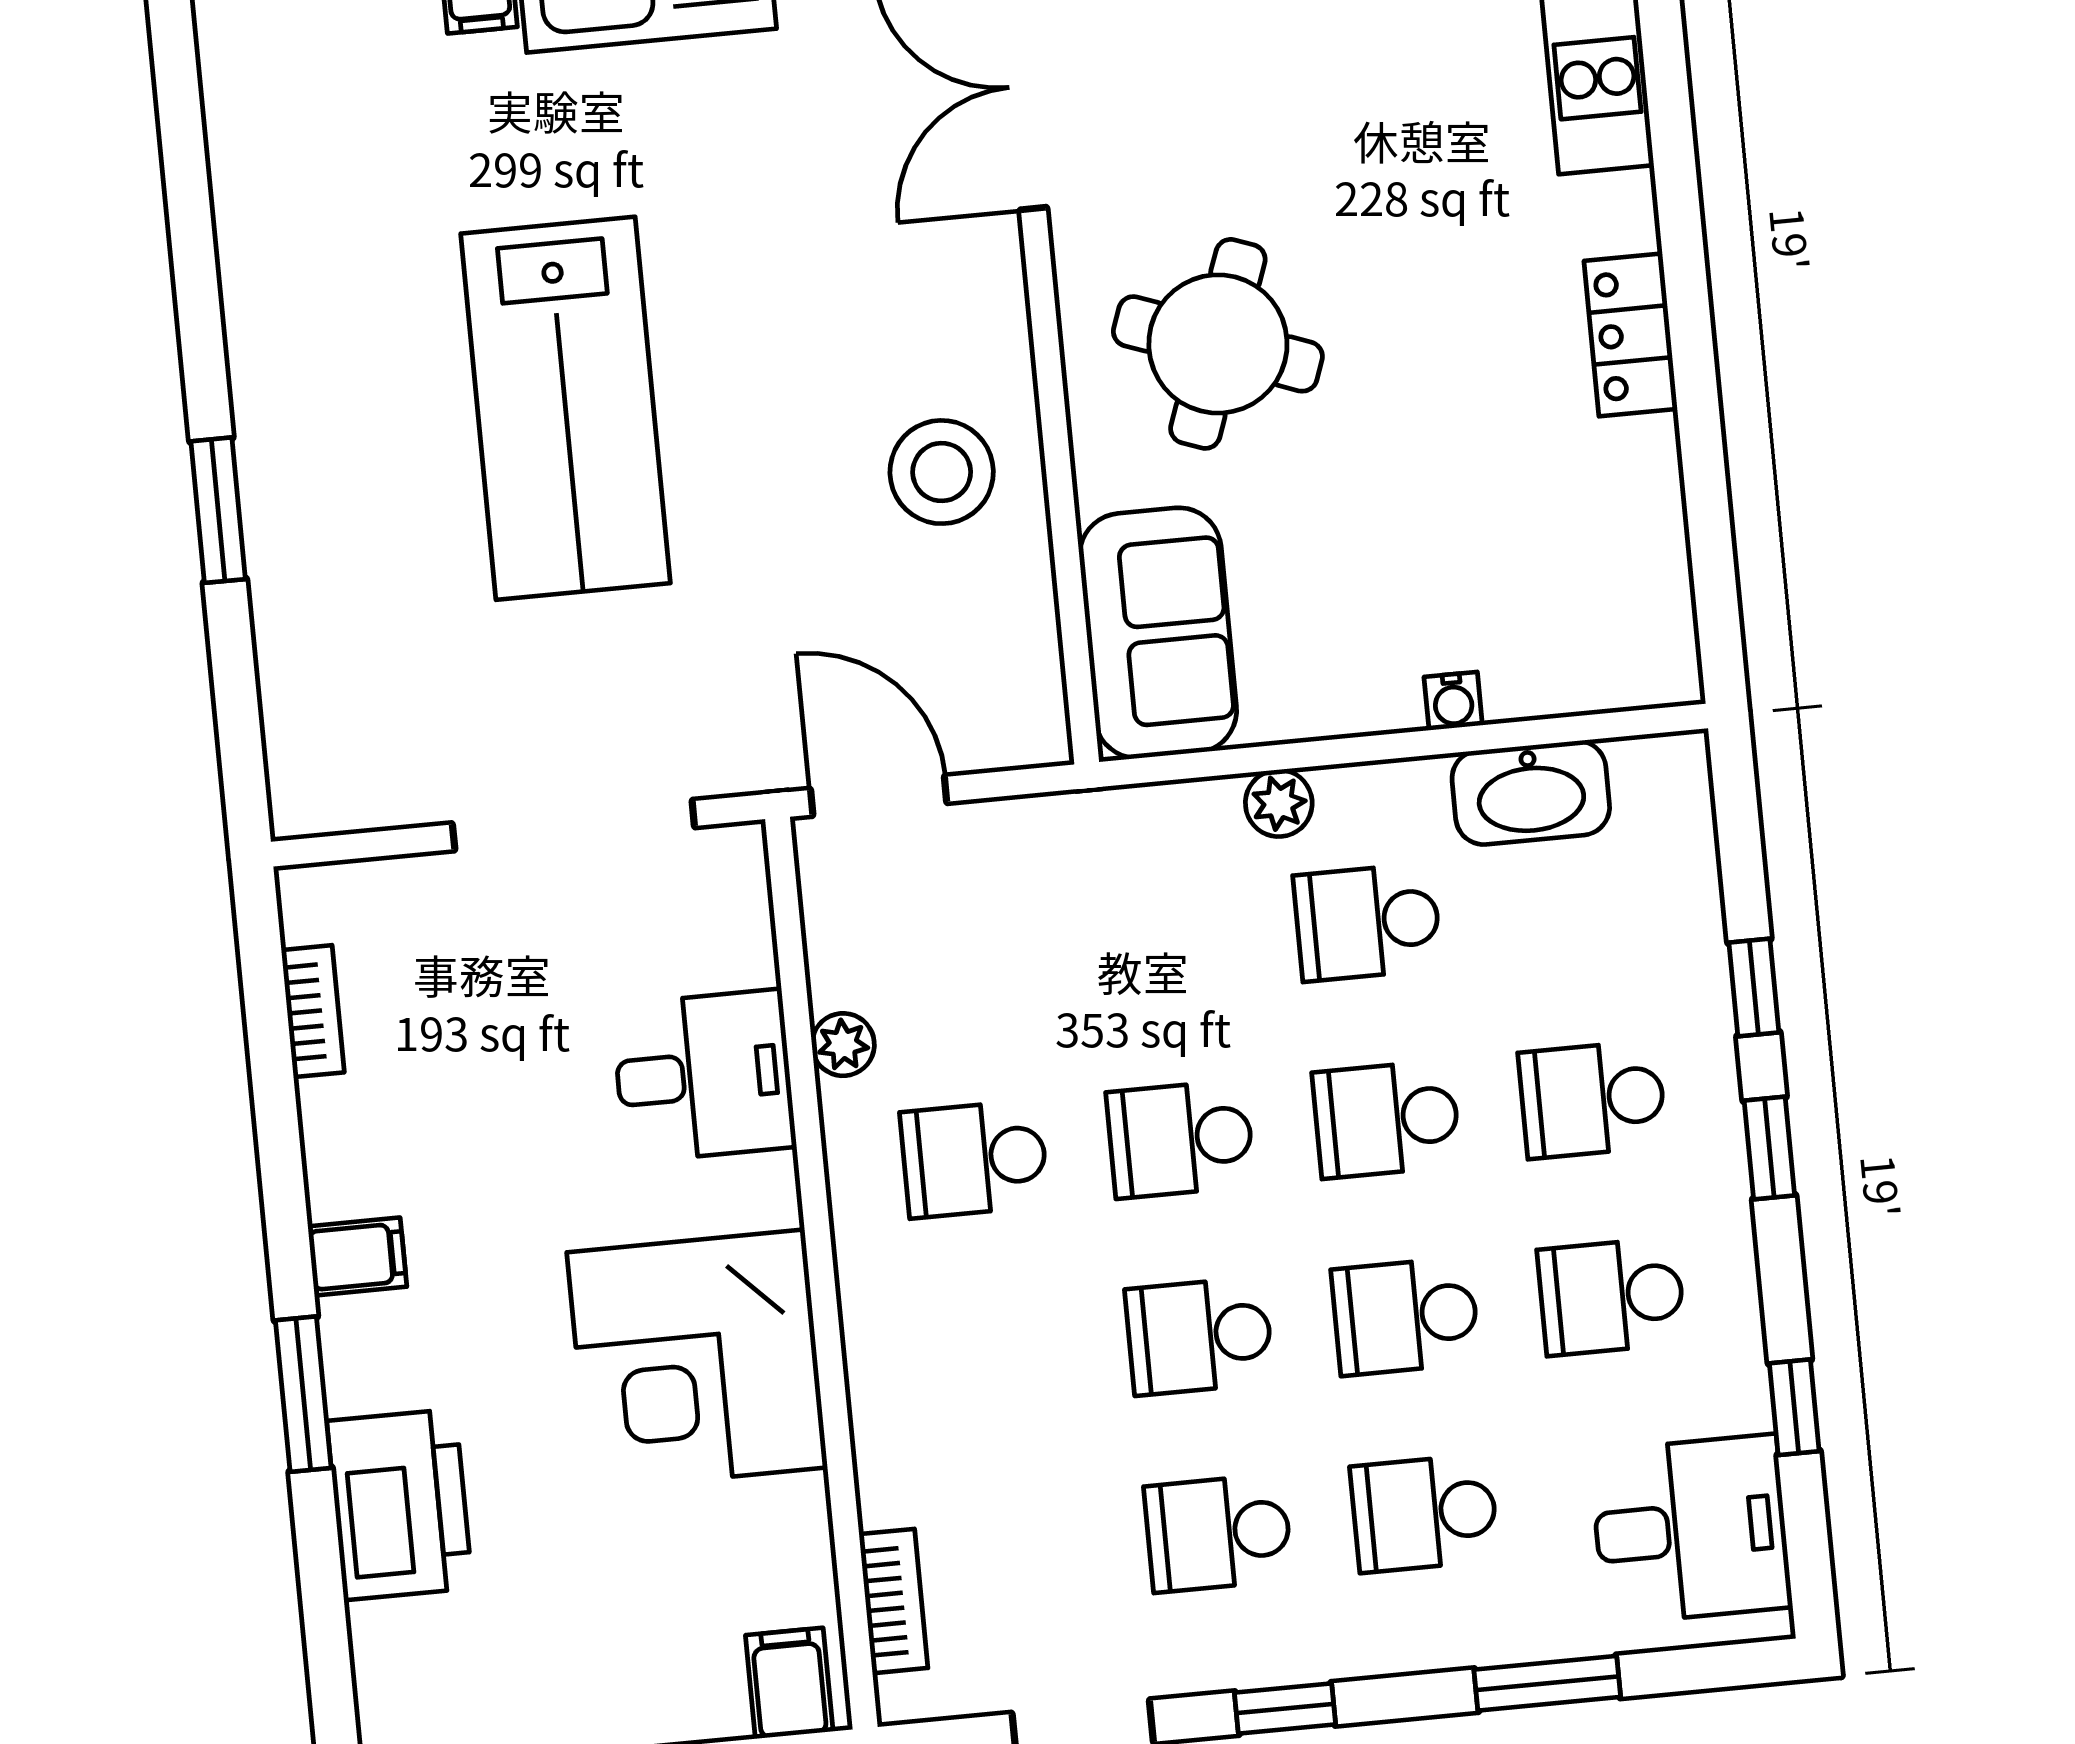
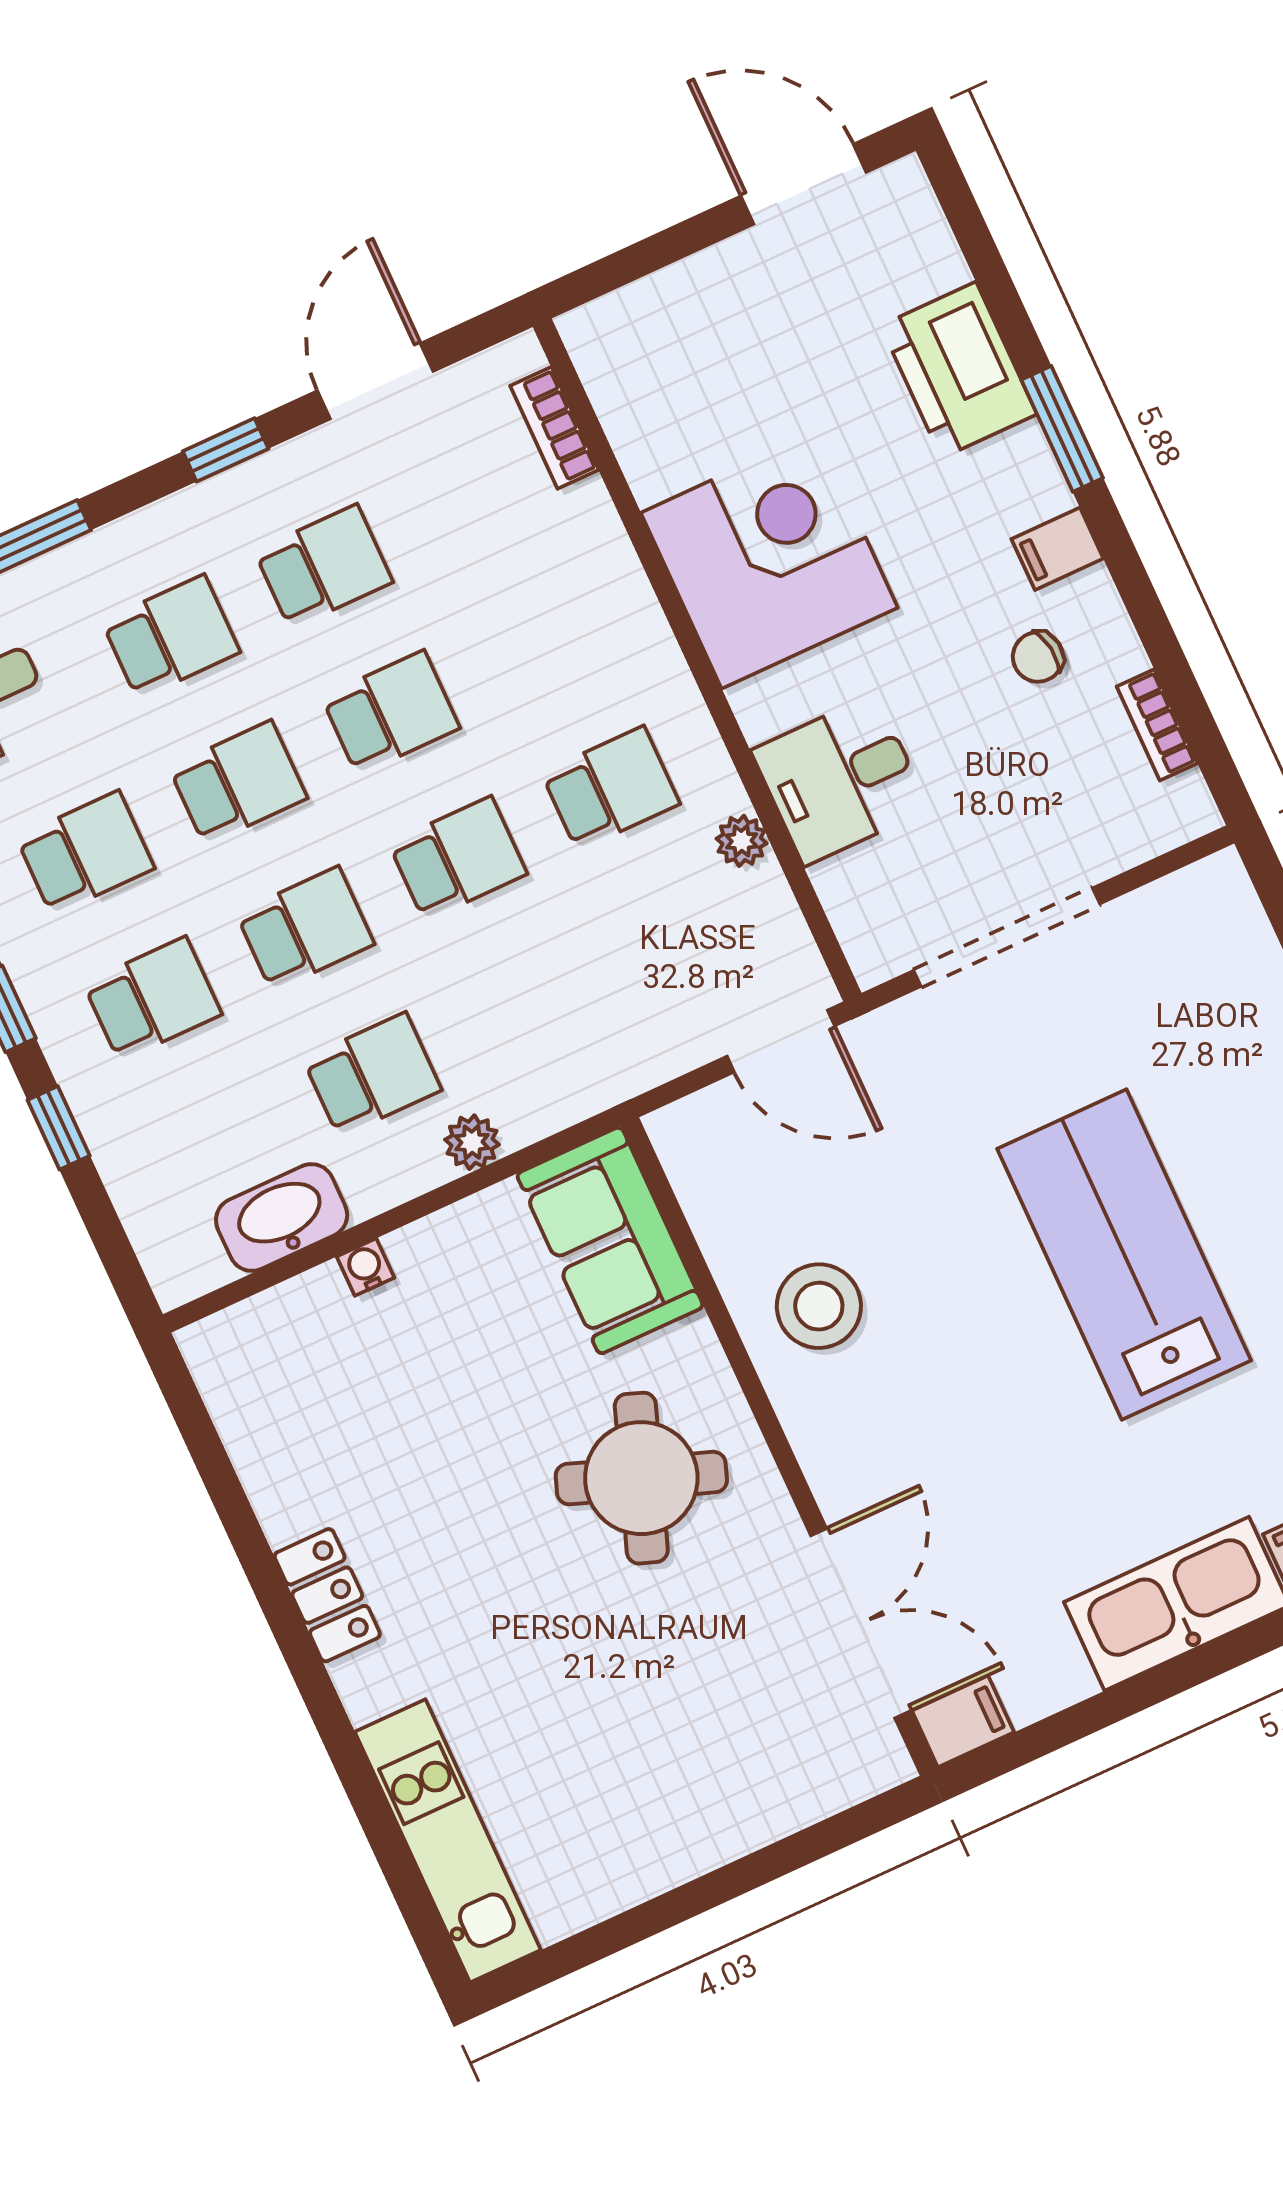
chair: (424, 1139) -> (1038, 657), added
filing cabinet: (789, 1683) -> (612, 337), removed

